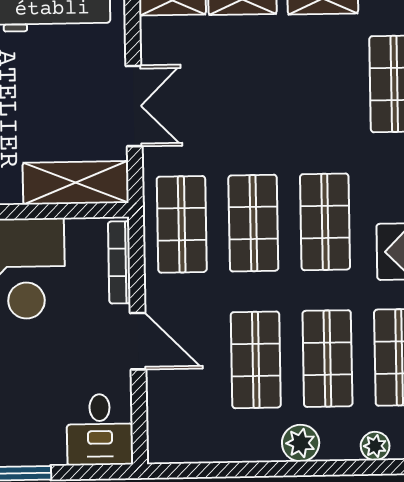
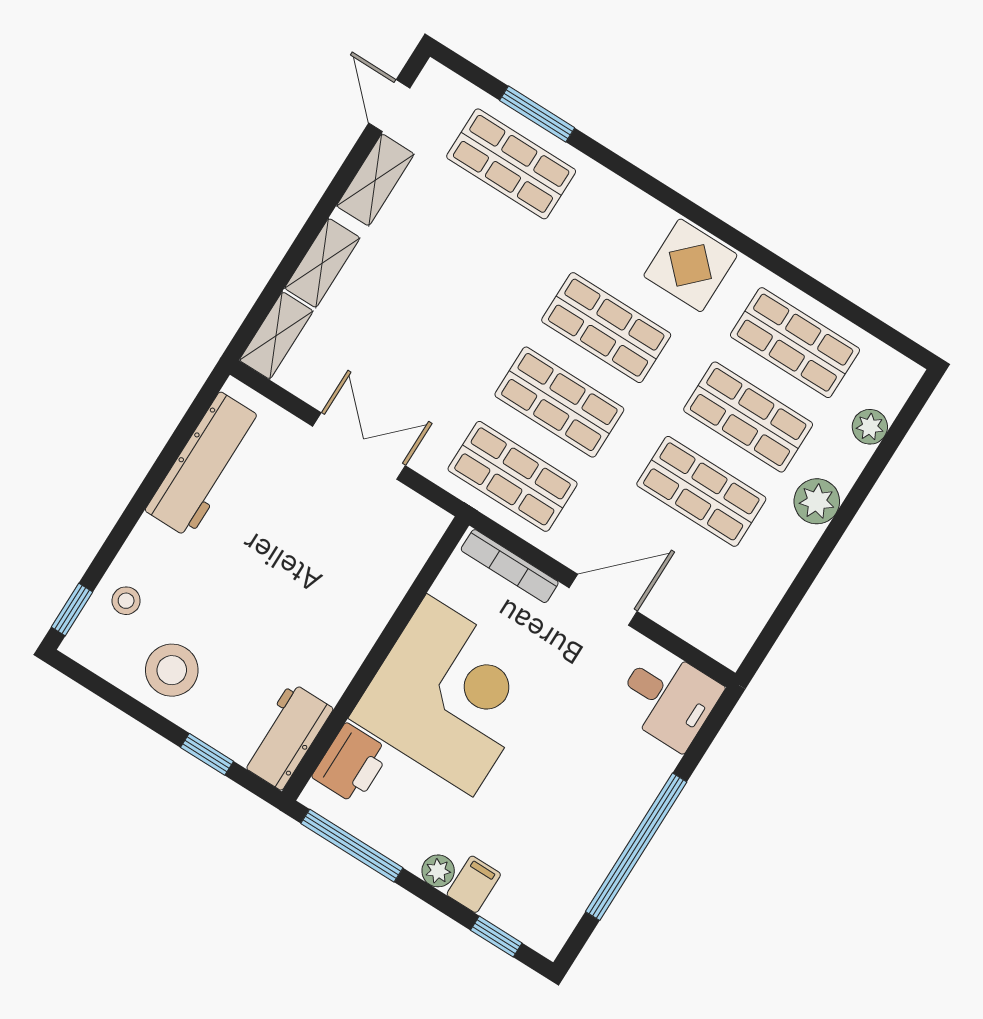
shelving: (76, 183) -> (399, 557), removed

